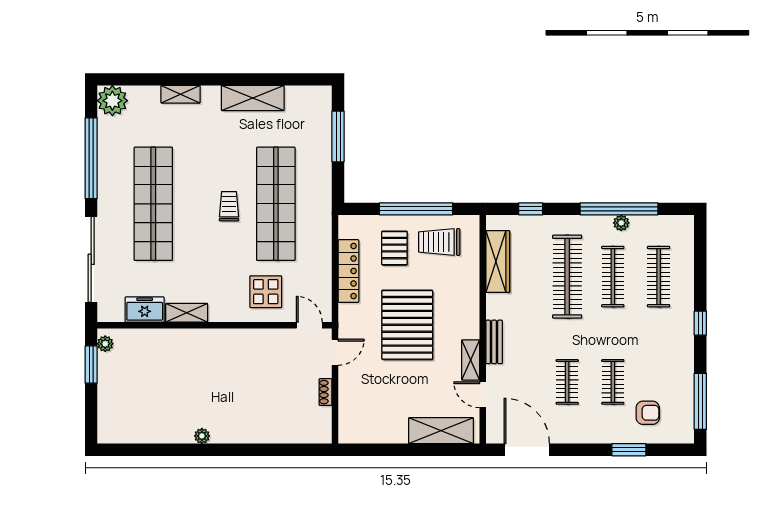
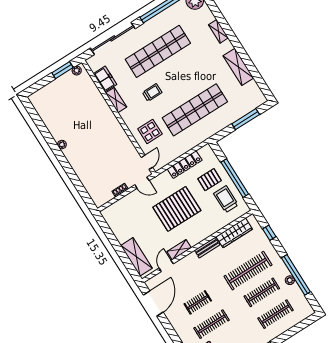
trolley: (229, 206) -> (152, 93), moved
bench: (494, 342) -> (207, 248), moved
clothes rail: (613, 382) -> (211, 324), width x1.36

